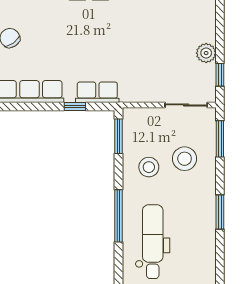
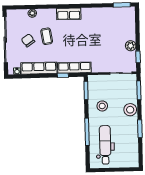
coffee table: (46, 31) -> (47, 36), added
row of seats: (97, 92) -> (74, 68), width x1.48
stool: (185, 159) -> (130, 110), moved

